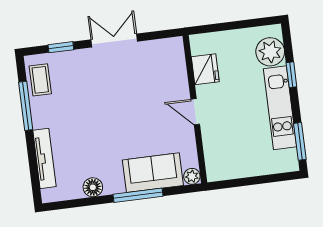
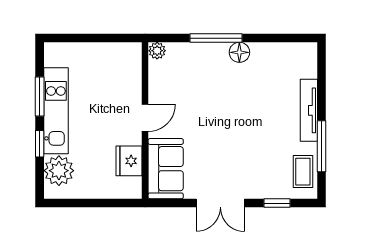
door: (195, 112) -> (145, 118), hinge flipped
window: (300, 141) -> (40, 97), moved
tv unit: (44, 158) -> (309, 110), moved
sofa: (153, 173) -> (166, 169), moved, turned -90
floor lamp: (93, 187) -> (239, 52), moved

